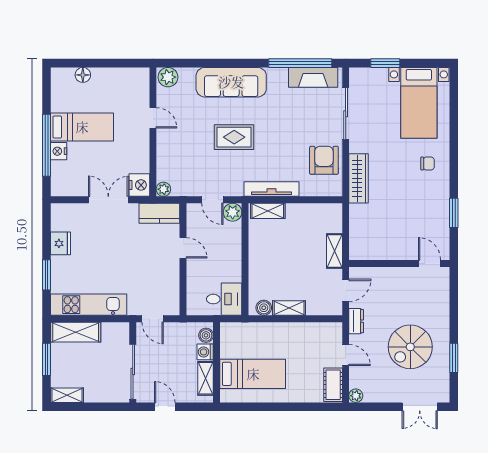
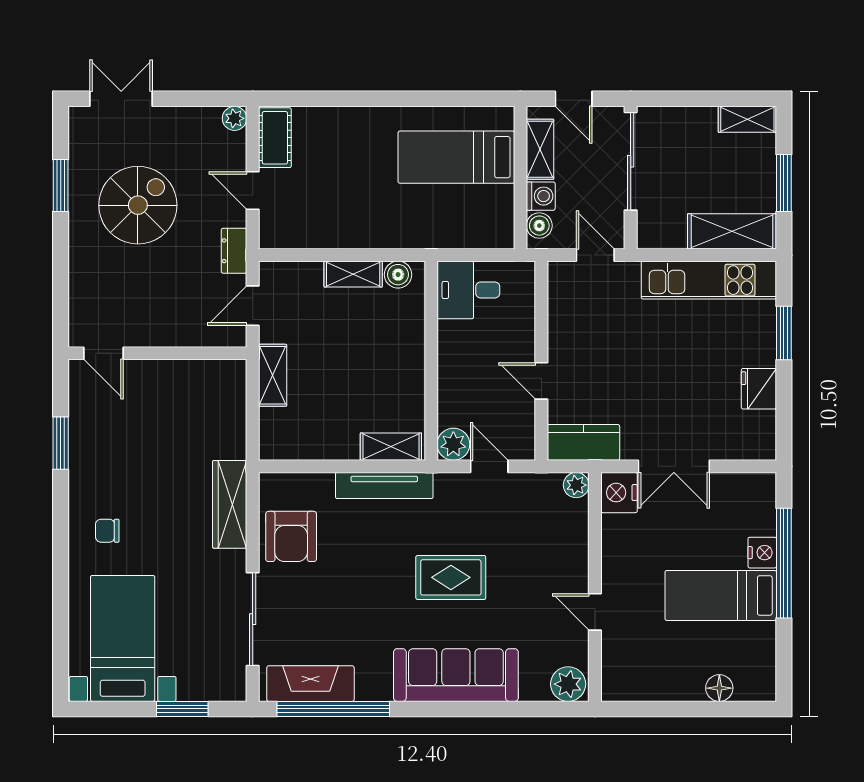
boiler: (206, 335) -> (539, 226), moved
washing machine: (205, 352) -> (541, 196), moved
wall: (217, 362) -> (521, 178), moved
bed: (253, 374) -> (456, 157), moved
shelving: (206, 378) -> (540, 149), moved

